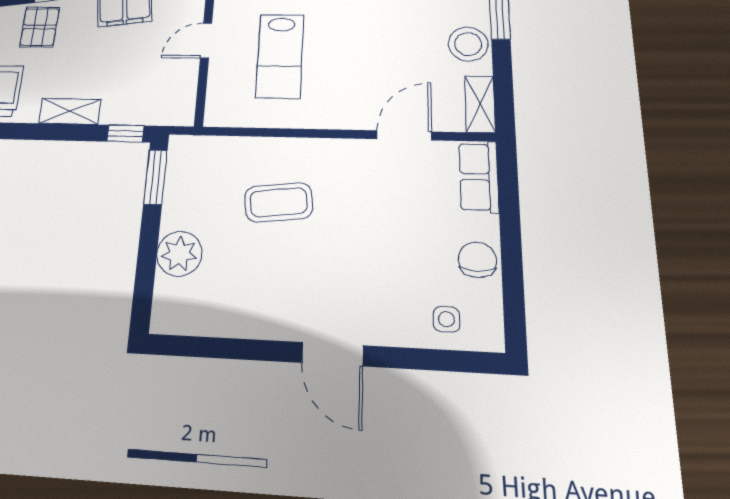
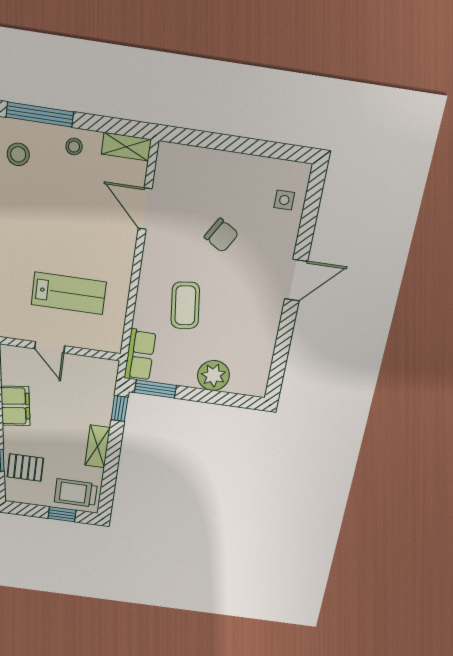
stool: (468, 44) -> (74, 147), width x0.53, depth x0.53
row of seats: (479, 177) -> (140, 355), moved, turned -90
chair: (477, 260) -> (221, 235), moved, turned -149

